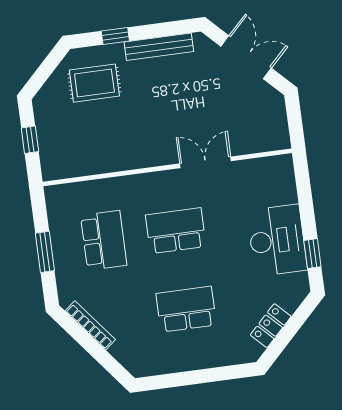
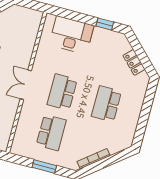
double door: (205, 162) -> (26, 85), moved
school desk: (104, 240) -> (51, 133), turned 90
desk: (277, 240) -> (71, 35), moved

